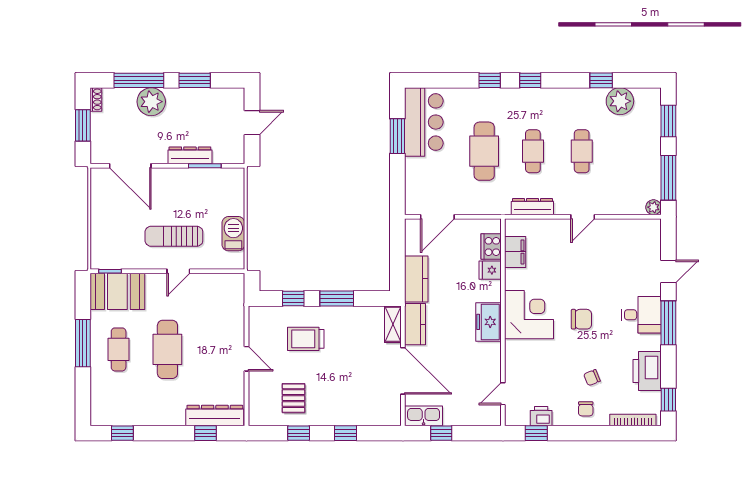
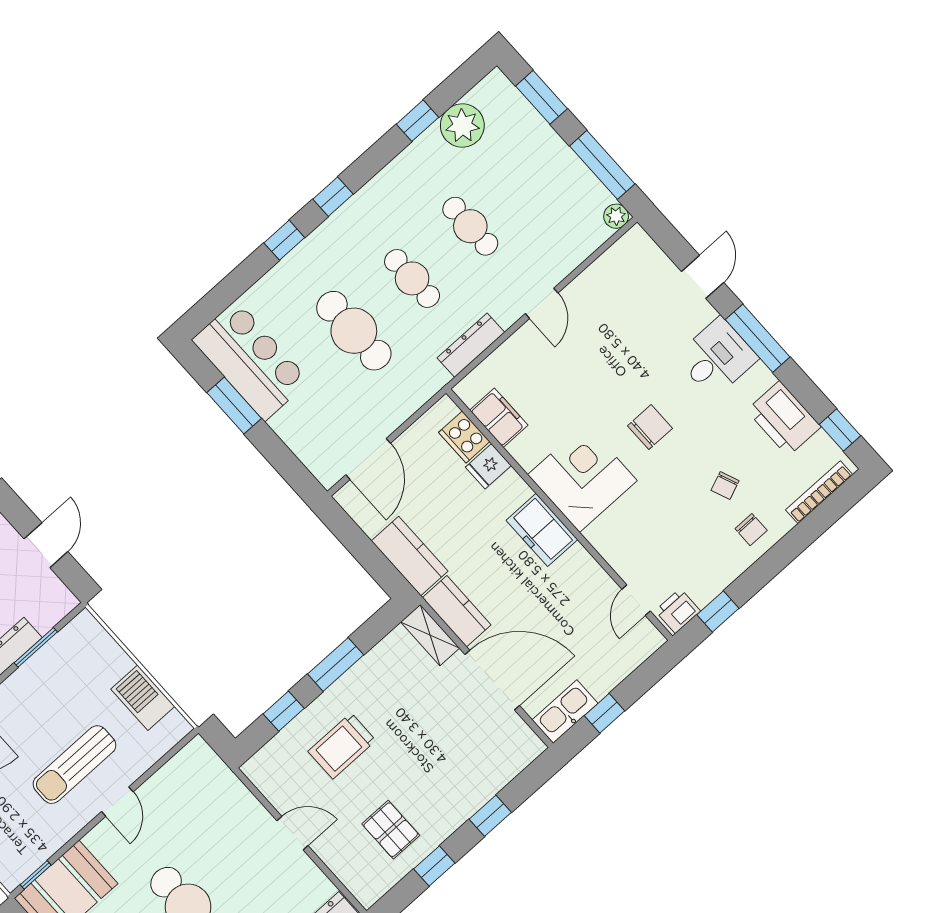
printer: (541, 416) -> (678, 611), moved

